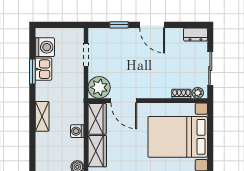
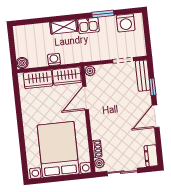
bench: (105, 34) -> (143, 76), added
kitchen sink: (43, 69) -> (88, 25), moved
plant: (99, 87) -> (90, 71), width x0.53, depth x0.53

